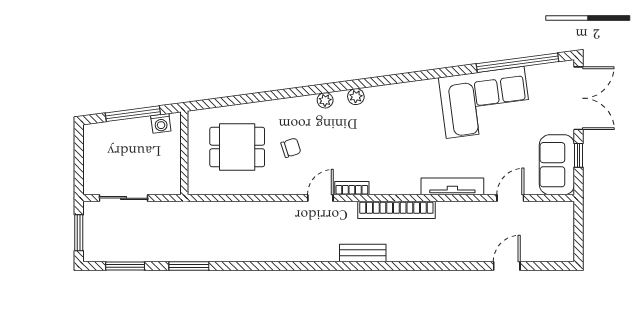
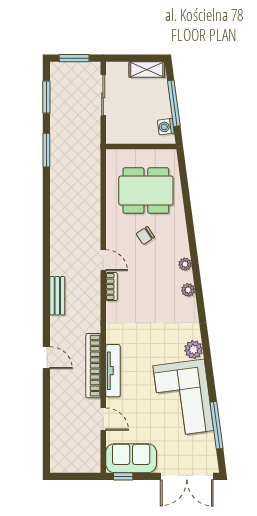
window: (517, 63) -> (216, 425), width x0.68
plant: (427, 90) -> (194, 349), added
shelving: (92, 146) -> (147, 69), added
dining table: (237, 147) -> (146, 191), width x1.38
chair: (291, 148) -> (145, 236), turned 74
window: (579, 155) -> (123, 476), moved
bookcase: (396, 210) -> (93, 366), moved
door: (507, 266) -> (46, 358), moved

